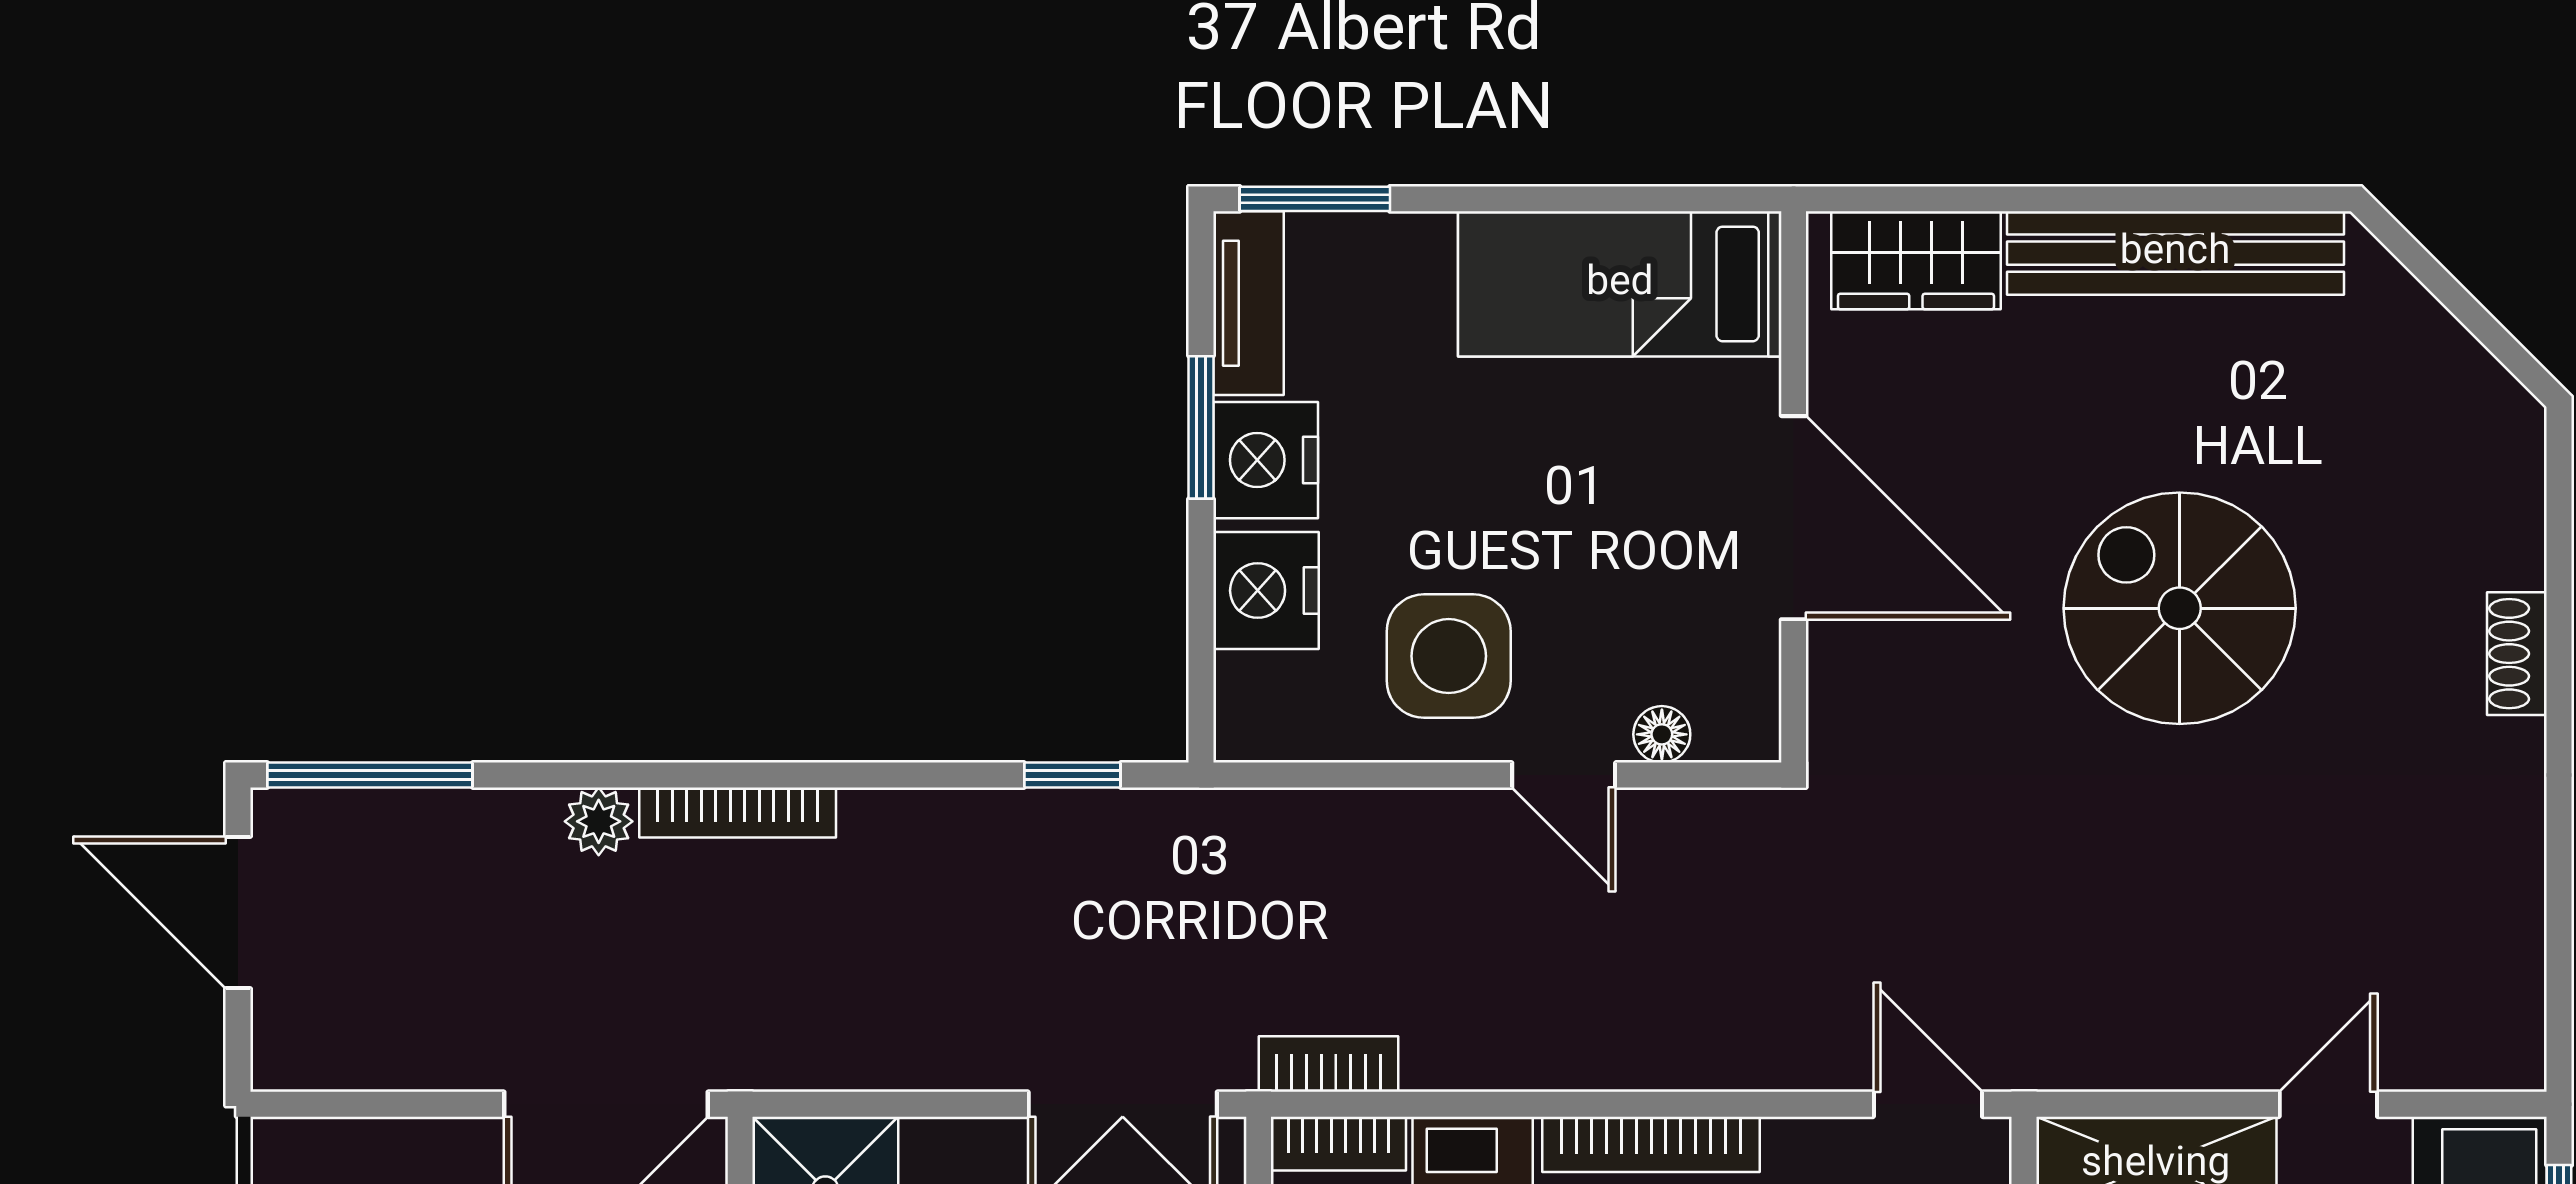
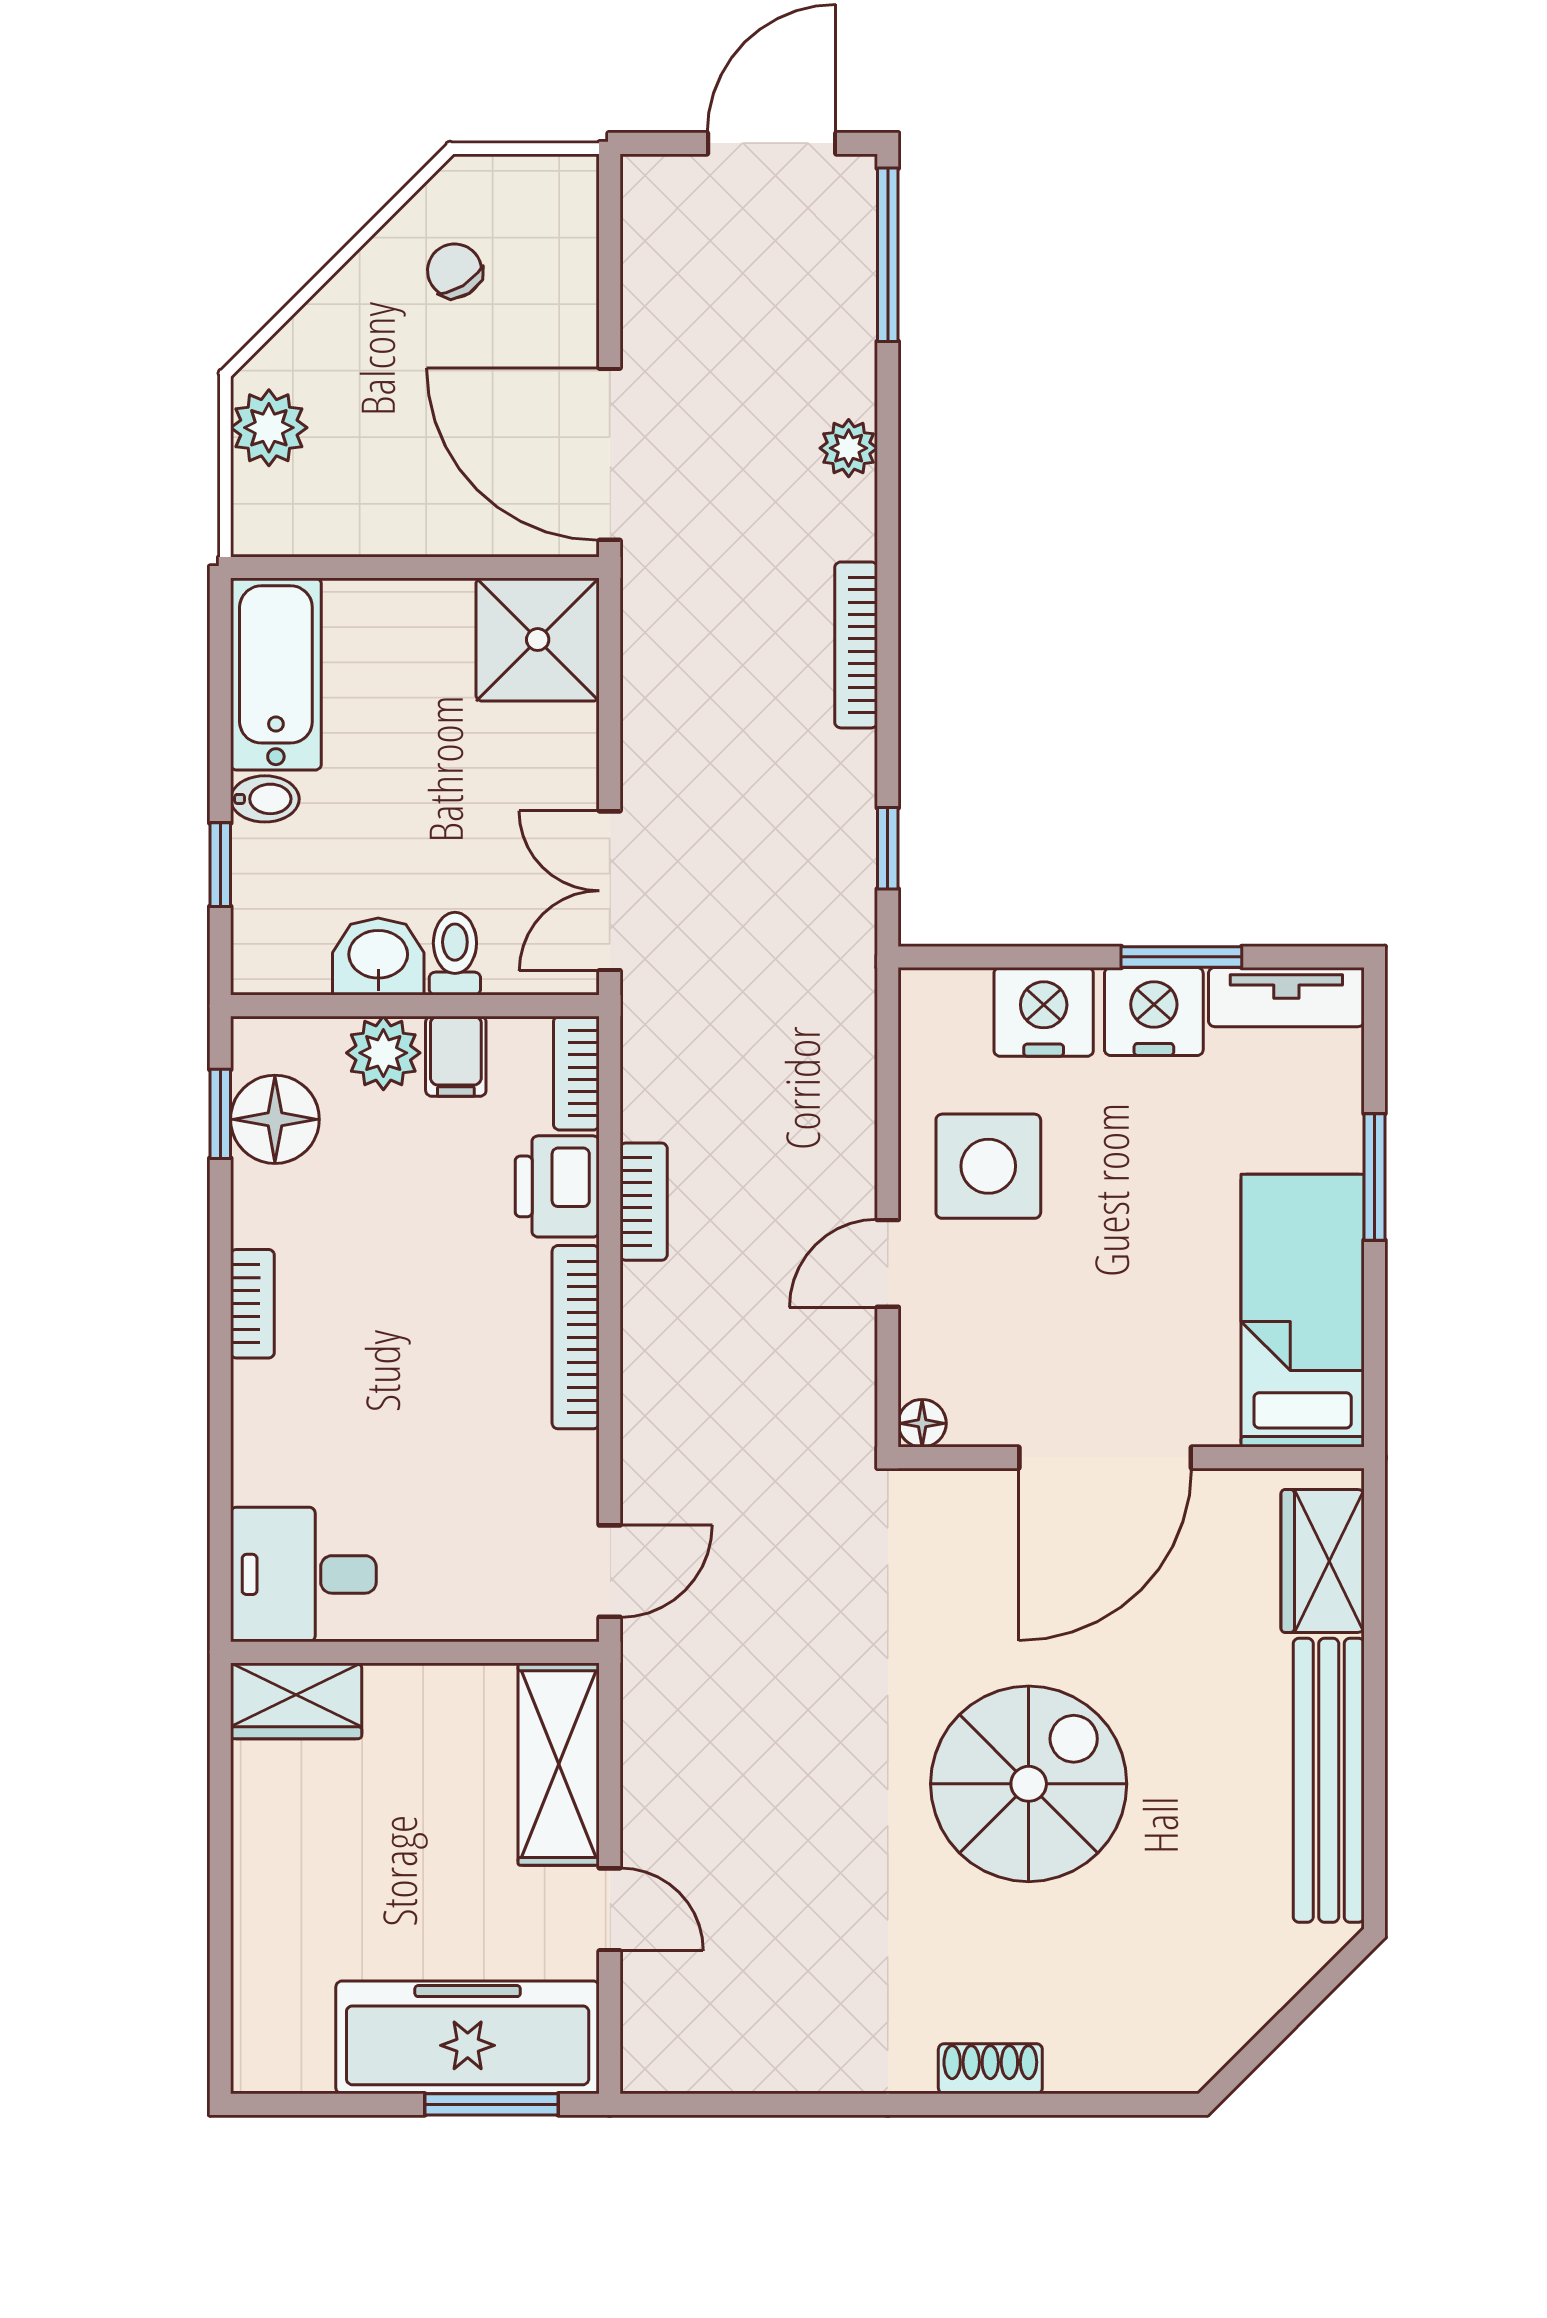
window: (1315, 199) -> (1375, 1177), moved
floor lamp: (1662, 734) -> (922, 1423), moved
bookcase: (738, 813) -> (856, 645), moved
bookcase: (1328, 1064) -> (644, 1202), moved

